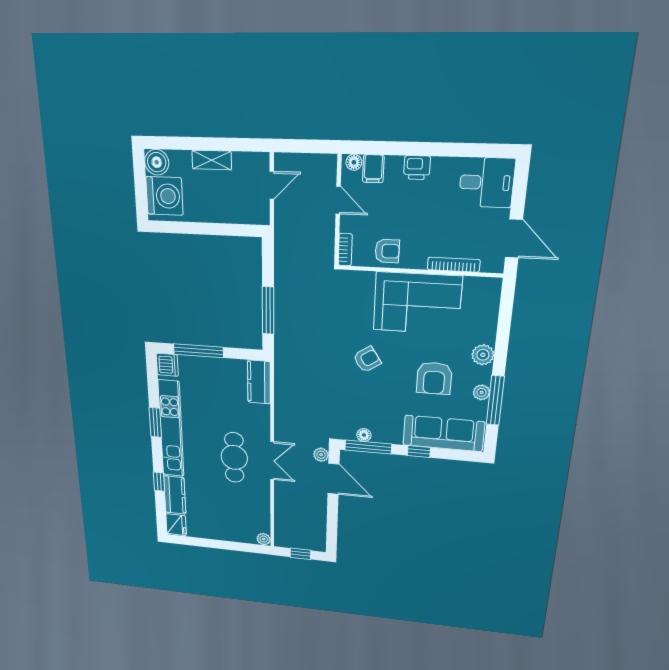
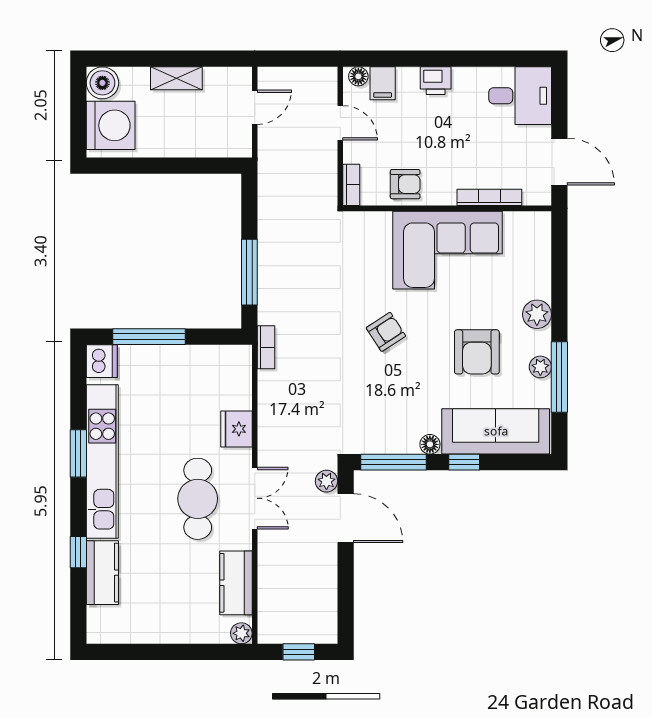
bookcase: (280, 364) -> (266, 347), added
kitchen counter: (259, 382) -> (236, 583), moved
floor lamp: (364, 435) -> (430, 444), moved
fridge: (176, 525) -> (236, 429), moved, turned 180

